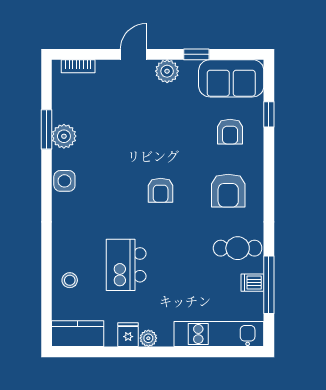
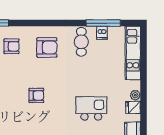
armchair: (161, 190) -> (36, 95), moved
kitchen island: (126, 265) -> (91, 109), turned 180

